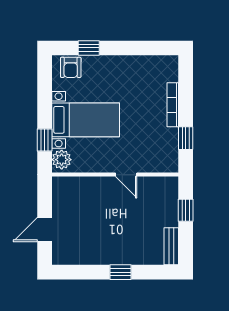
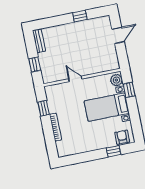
window: (120, 272) -> (80, 16), moved

